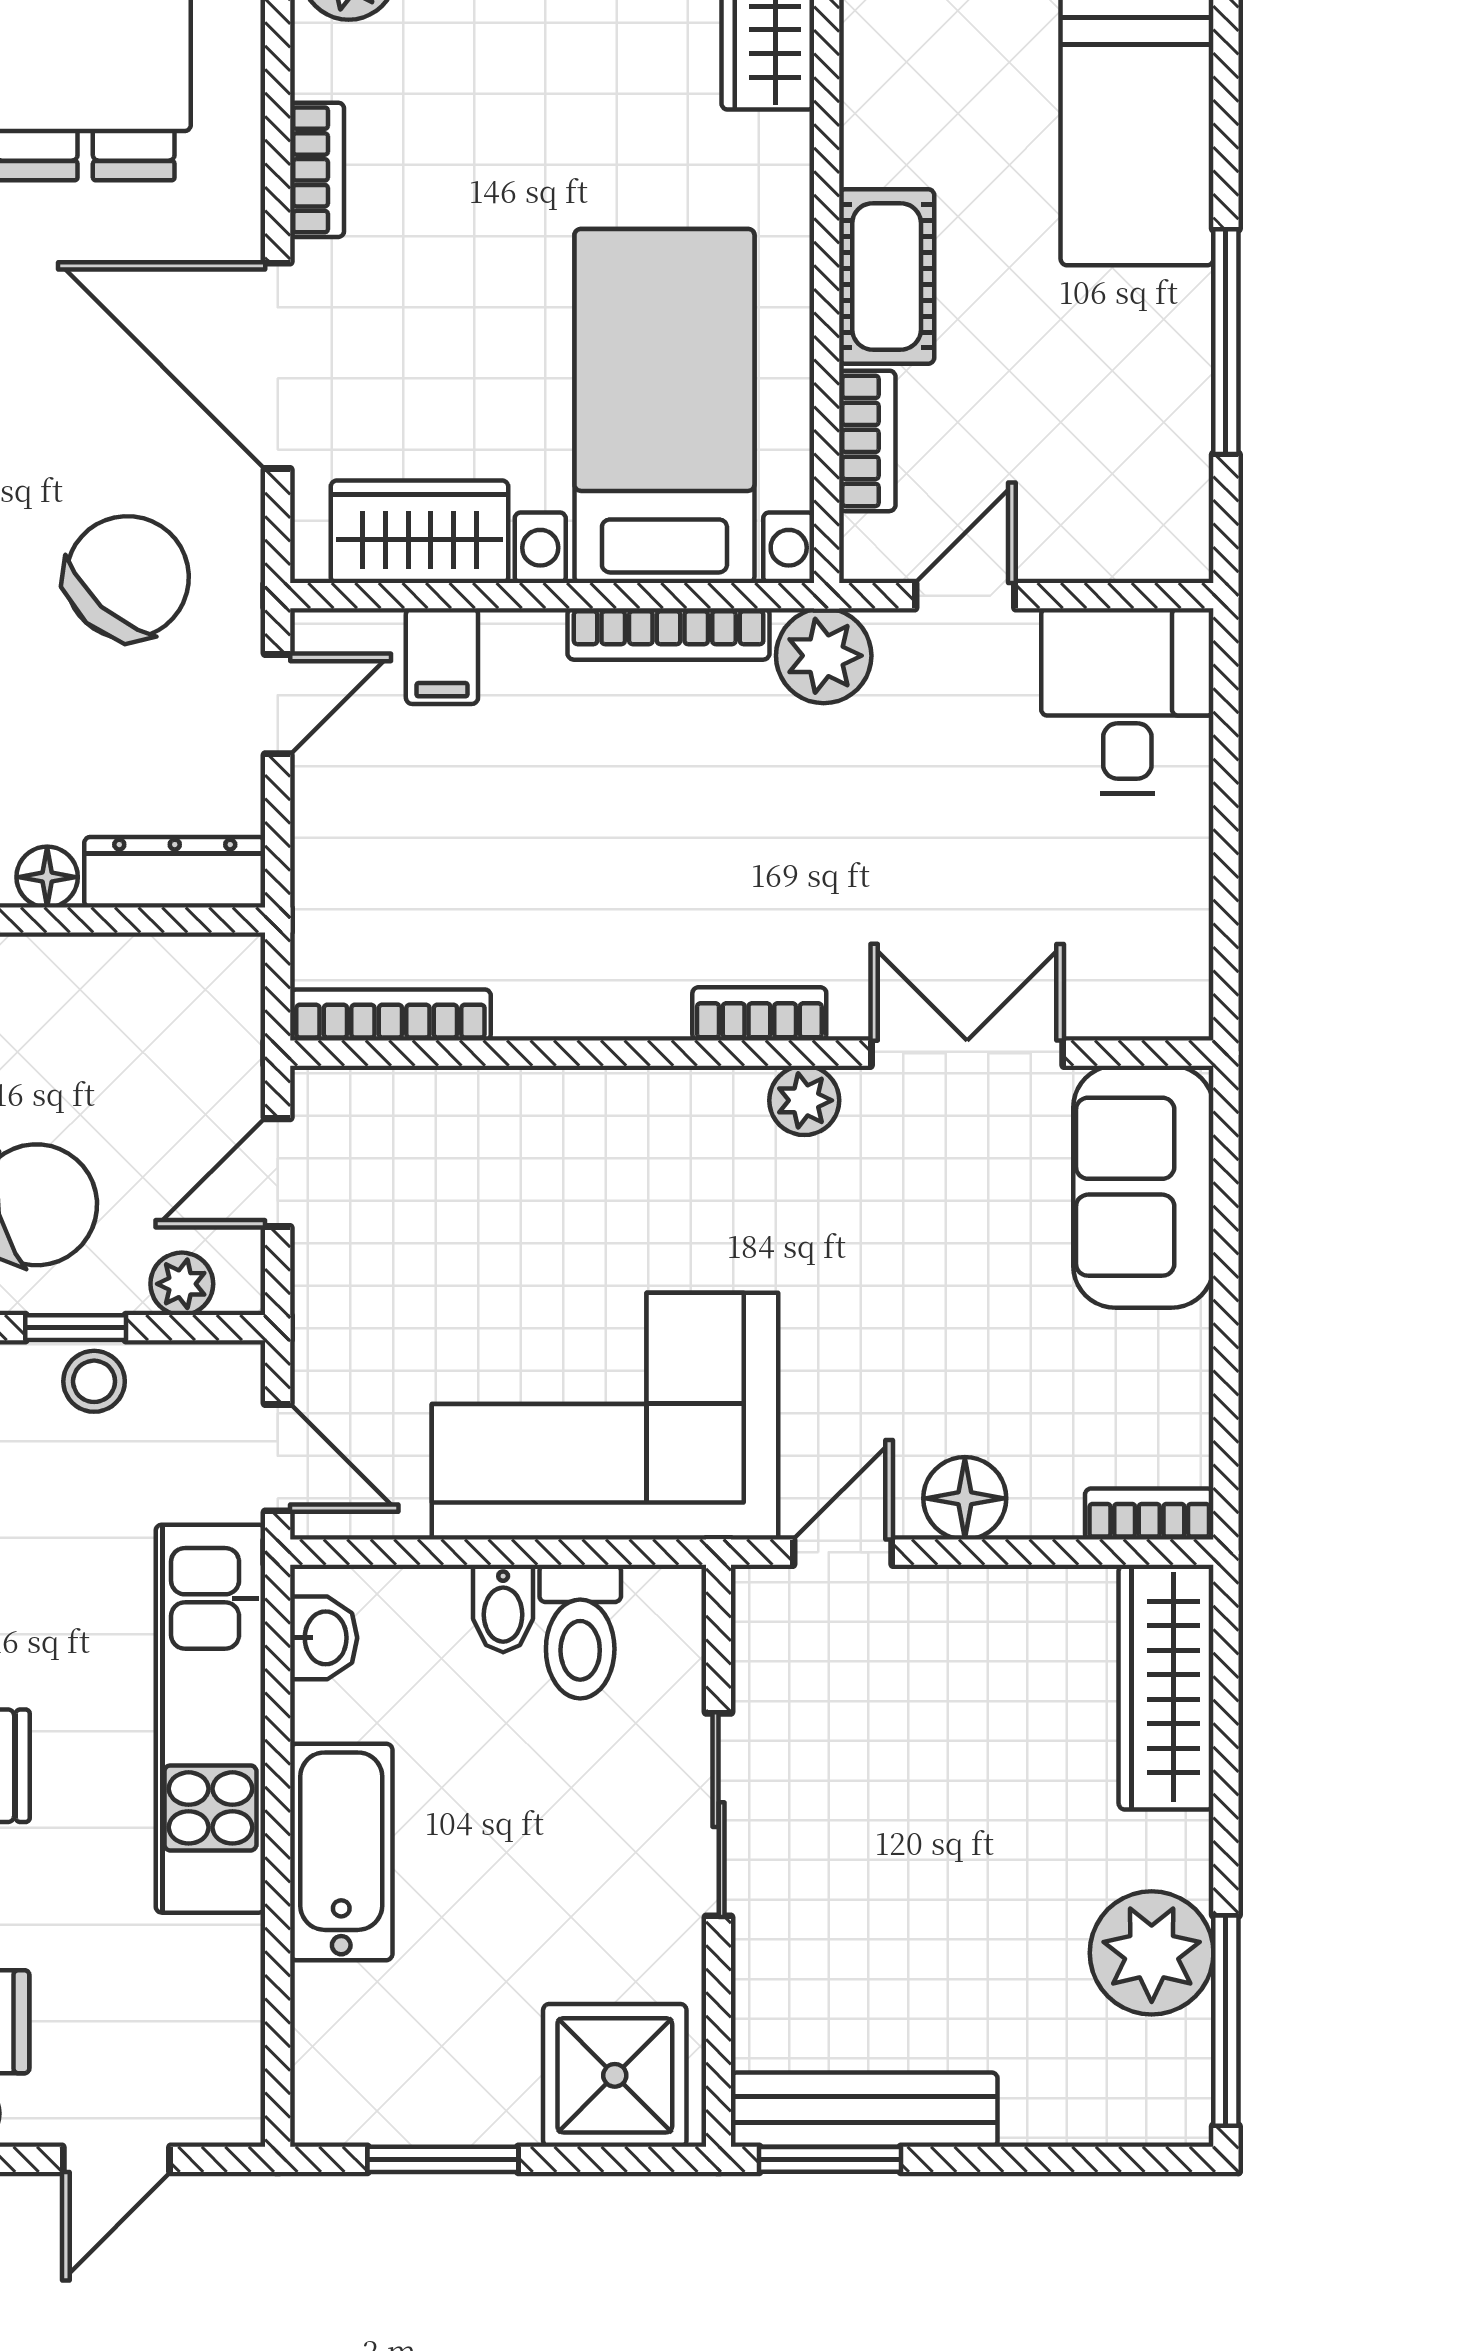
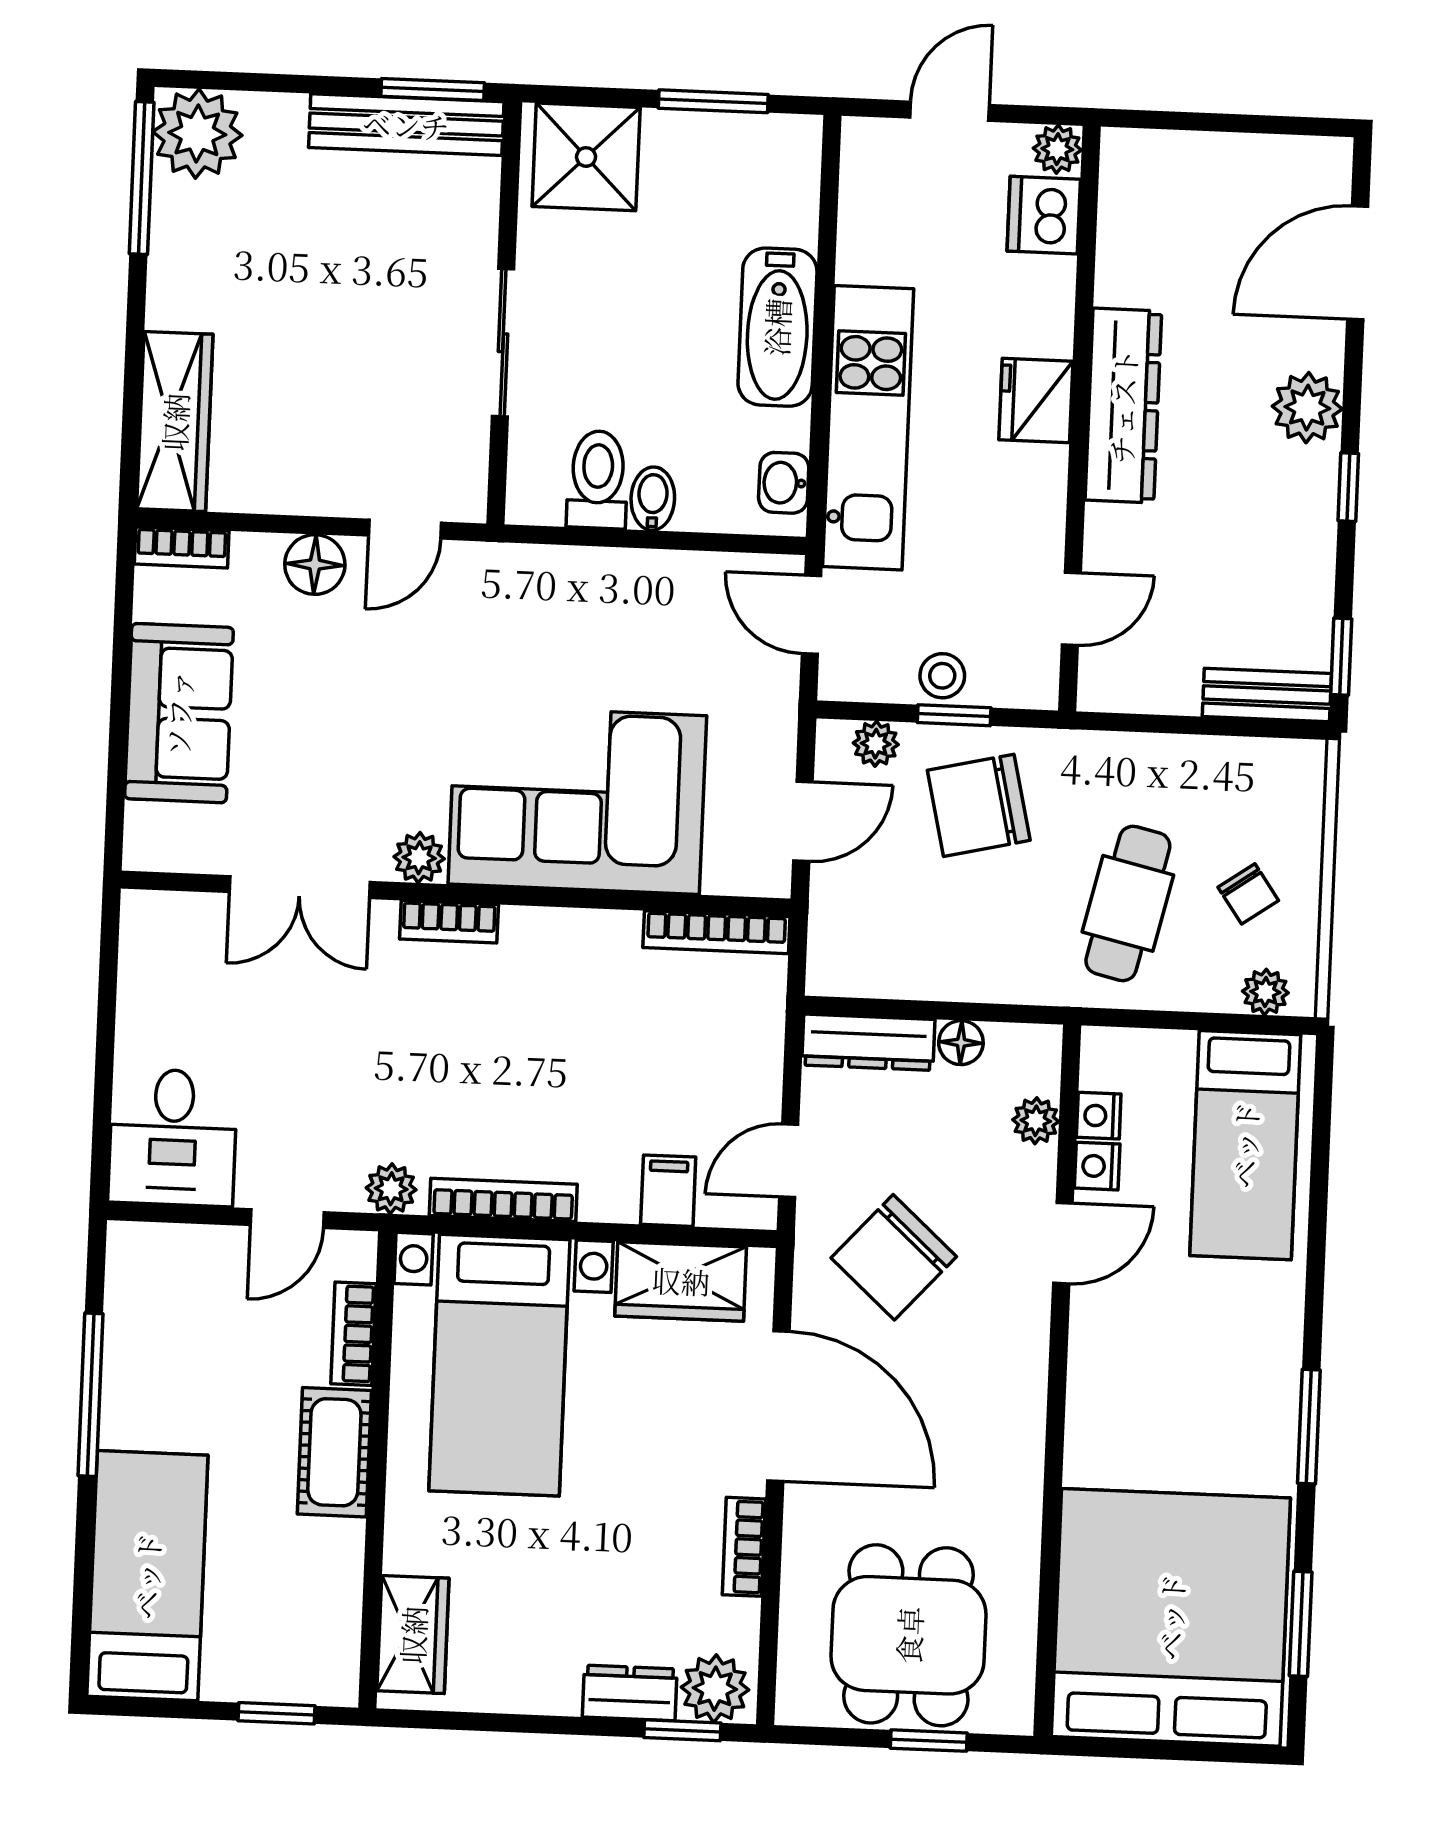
plant: (824, 656) -> (391, 1189), width x0.73, depth x0.73
sofa: (1143, 1187) -> (179, 713), moved
corner sofa: (605, 1416) -> (577, 800), moved, turned 180
plant: (1152, 1953) -> (197, 134), moved

